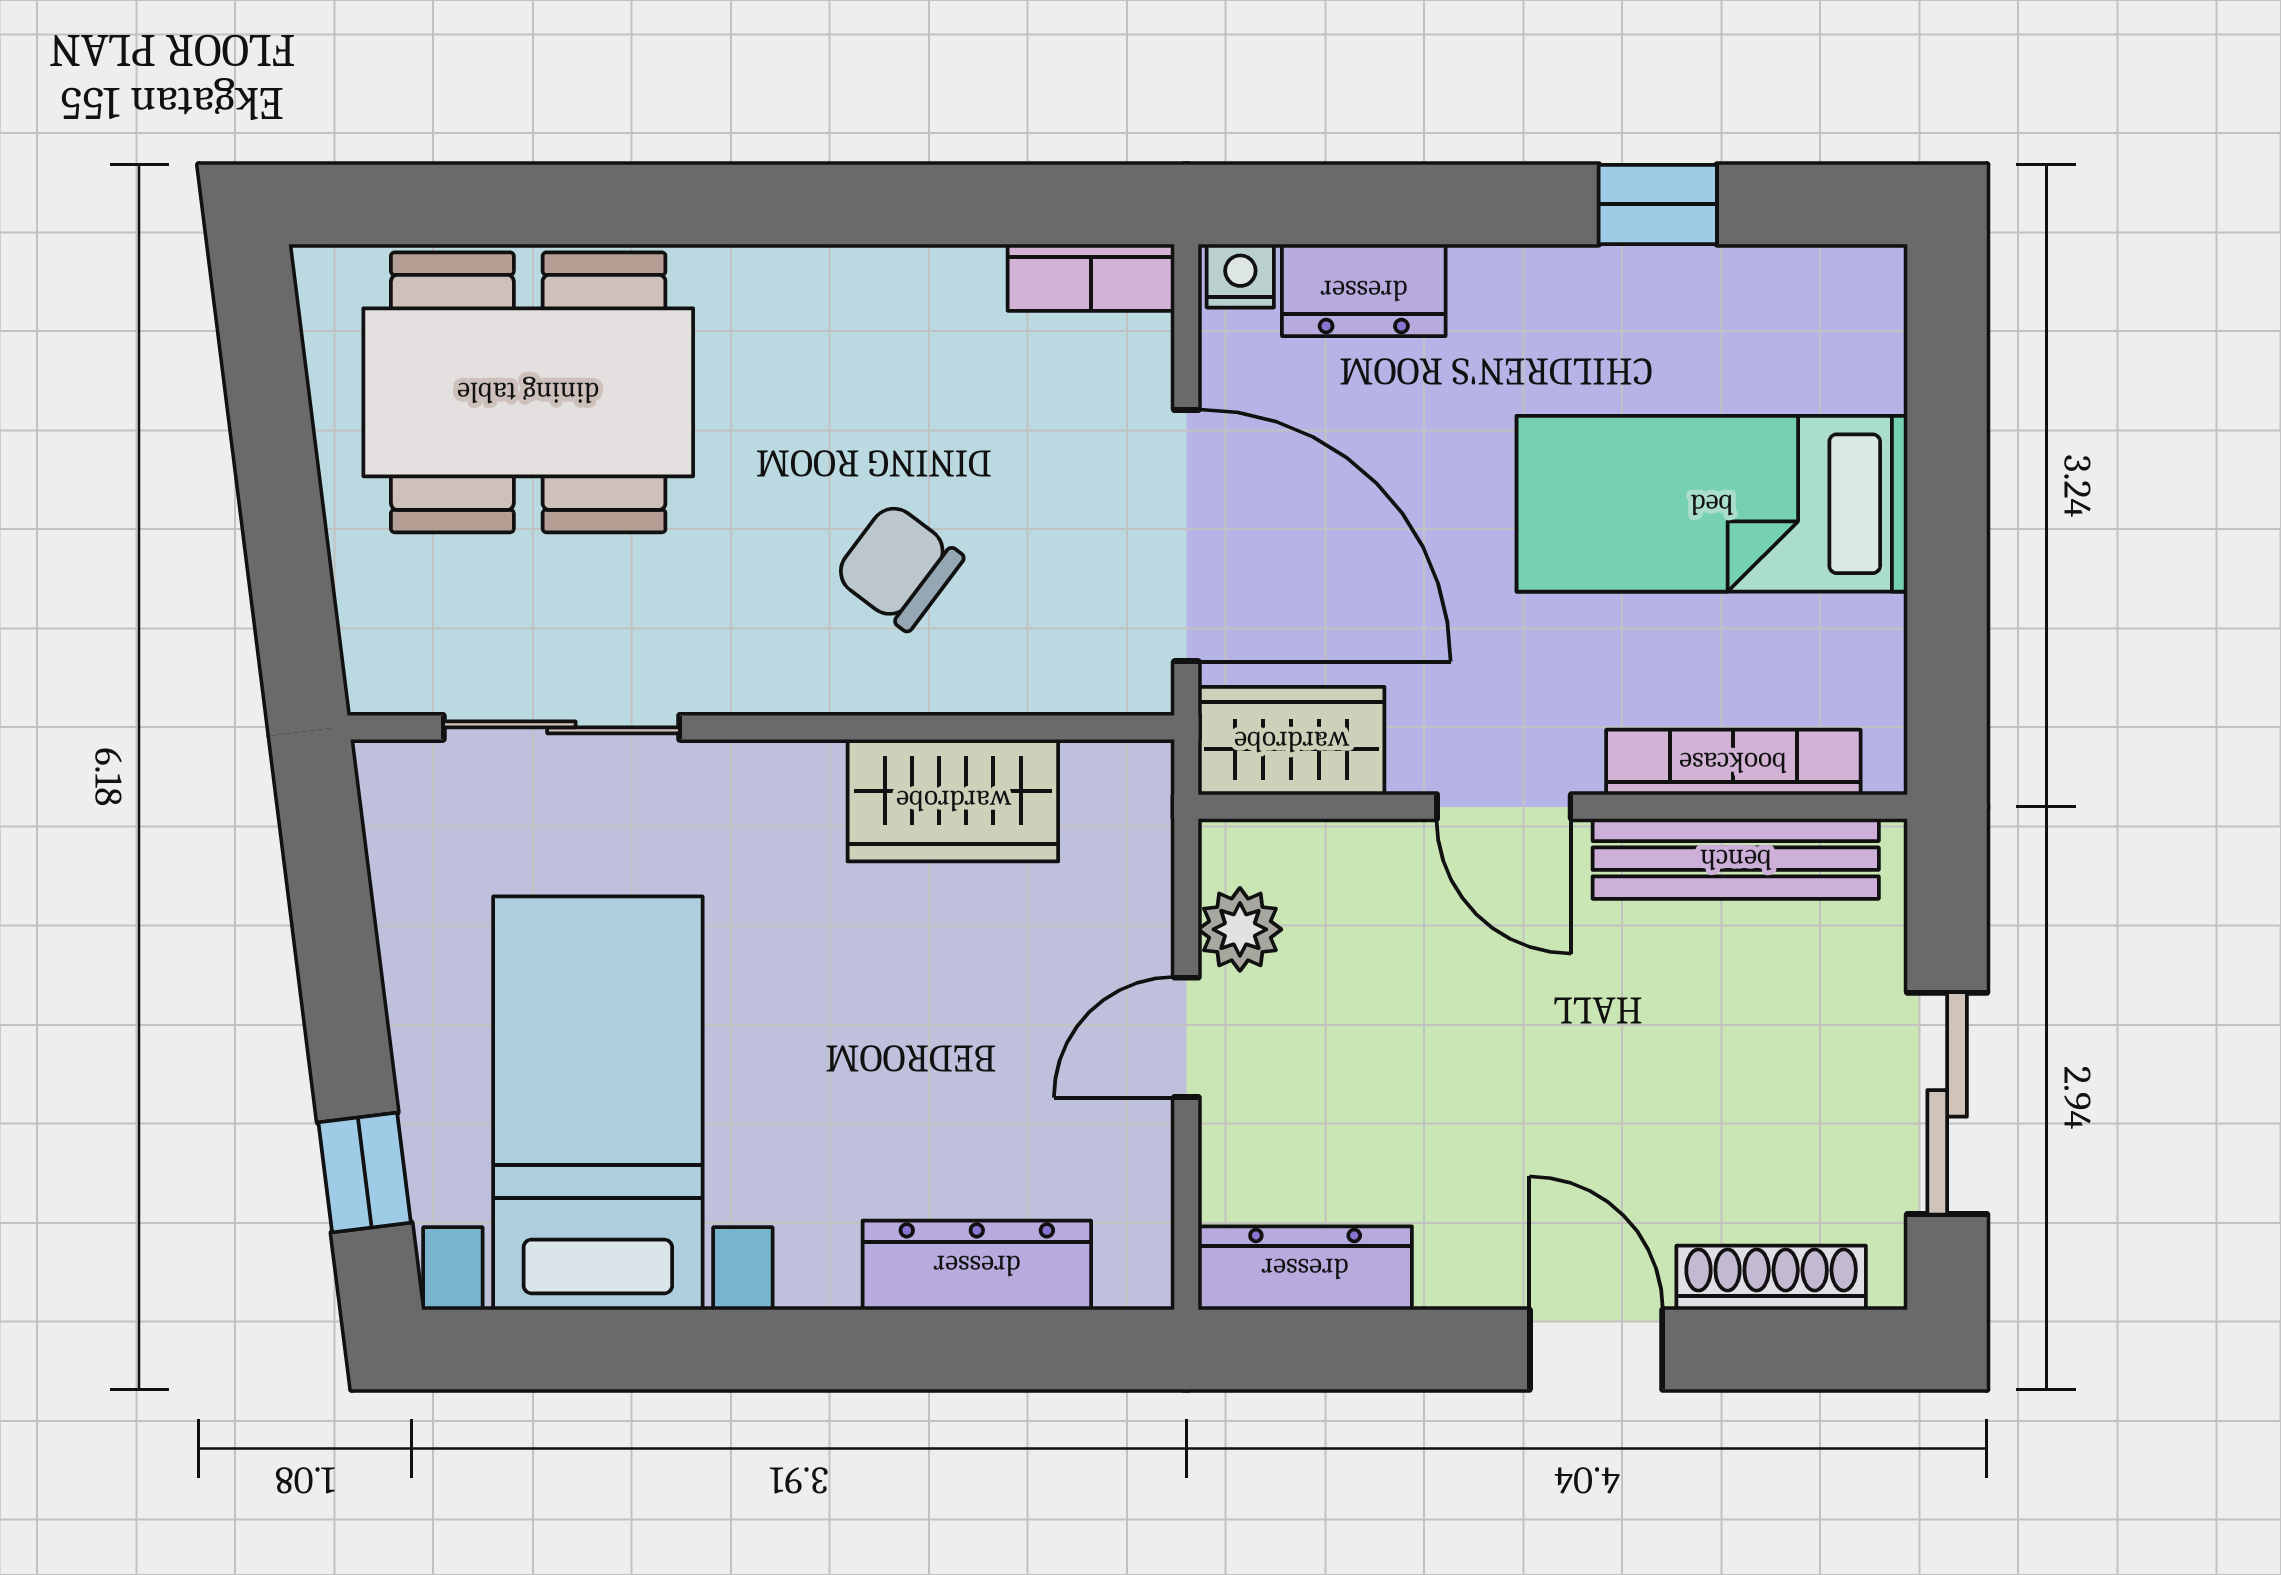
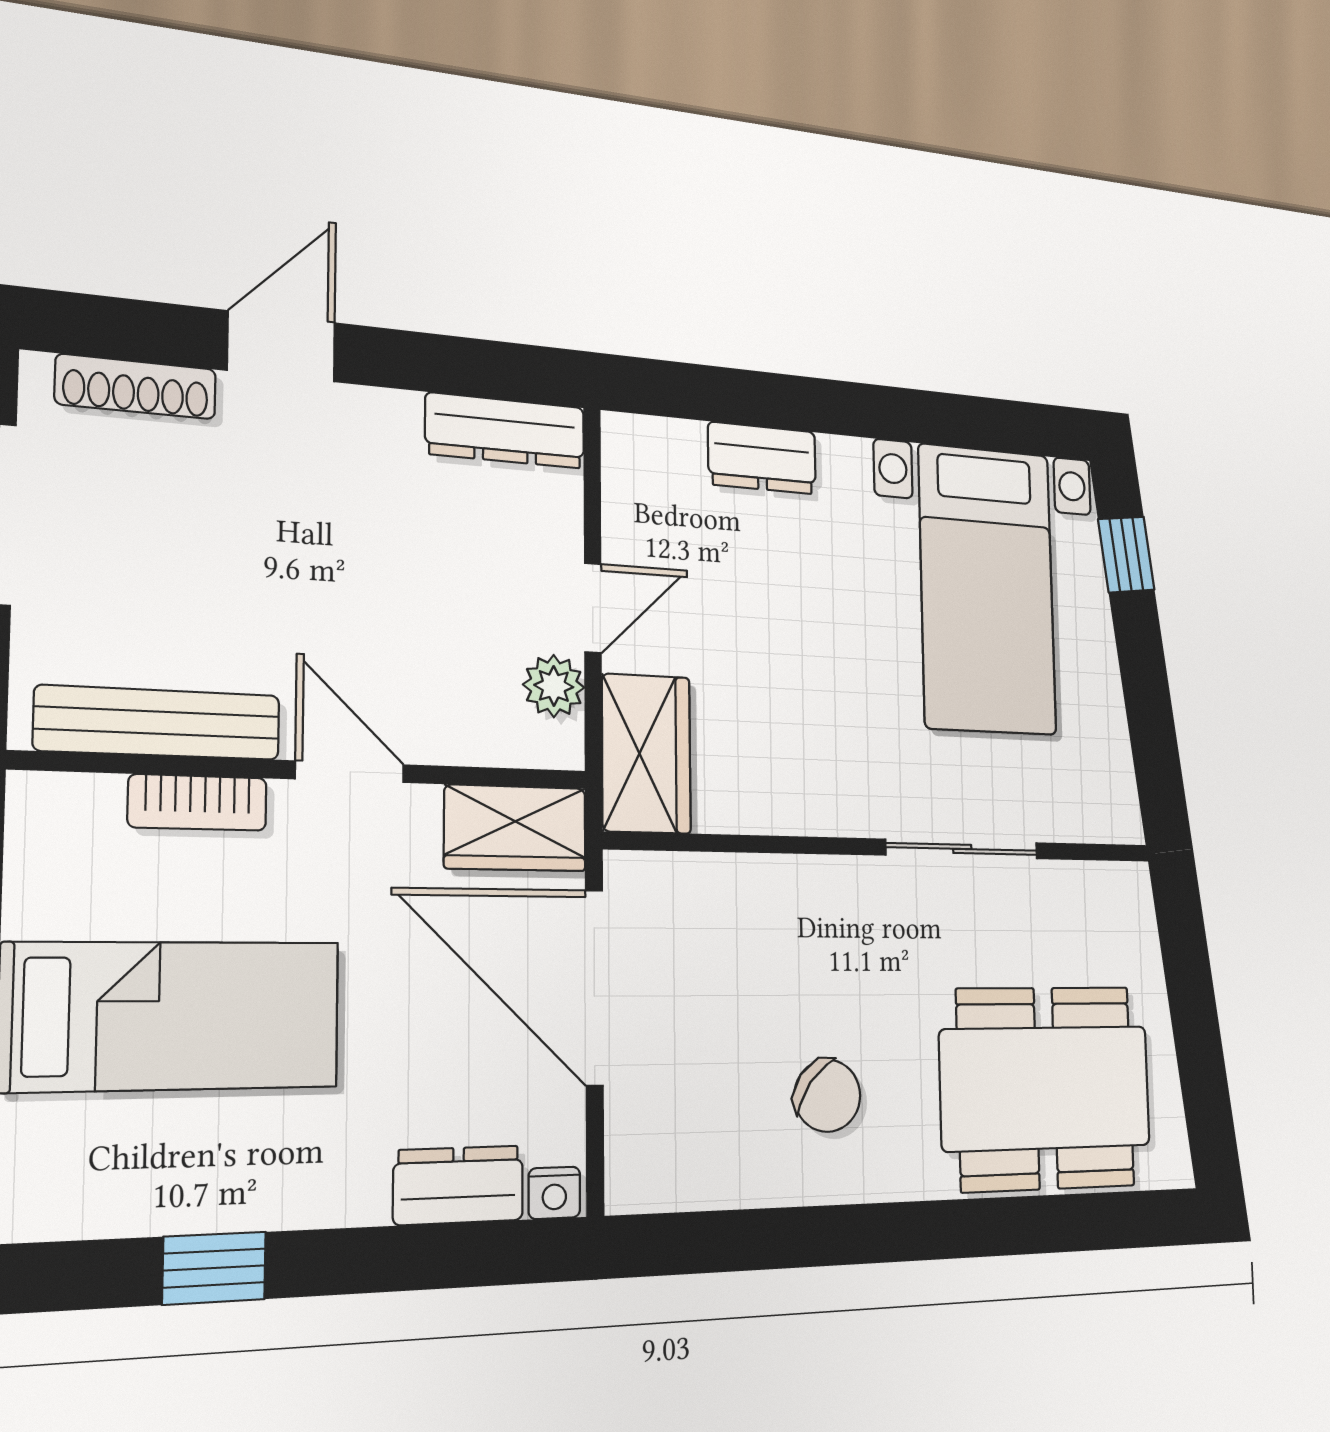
bookcase: (1091, 277) -> (666, 1187), removed
chair: (899, 567) -> (827, 1096), moved
sliding door: (561, 727) -> (962, 849), moved
bookcase: (1733, 762) -> (198, 802), width x0.64
wardrobe: (953, 800) -> (646, 754), moved, turned 90
dresser: (977, 1265) -> (762, 458), width x0.70
door: (1596, 1350) -> (281, 346), swing flipped

